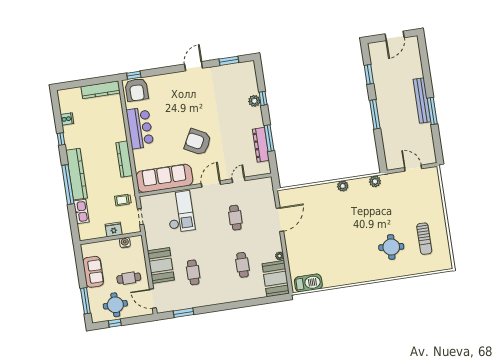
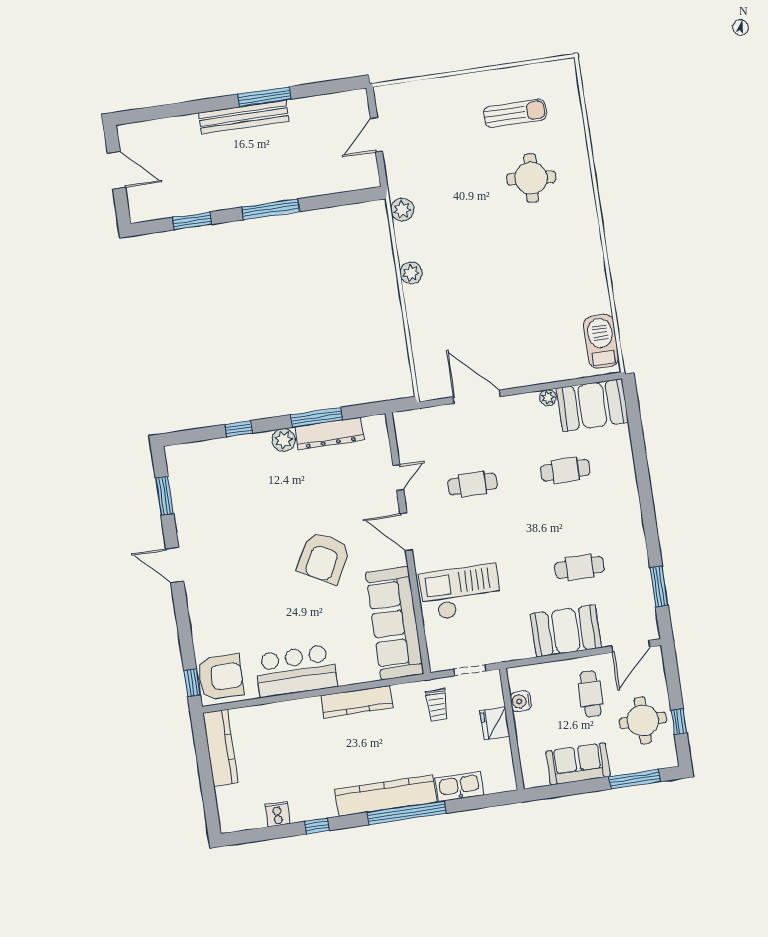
plant: (254, 101) -> (284, 440), moved
door: (239, 180) -> (398, 478), swing flipped

